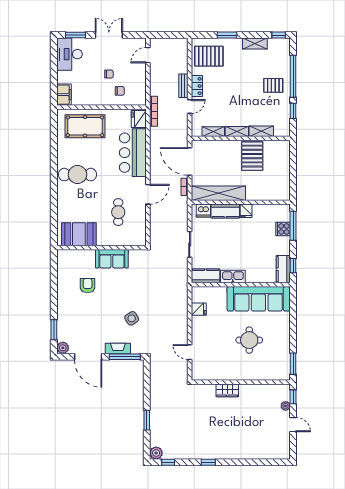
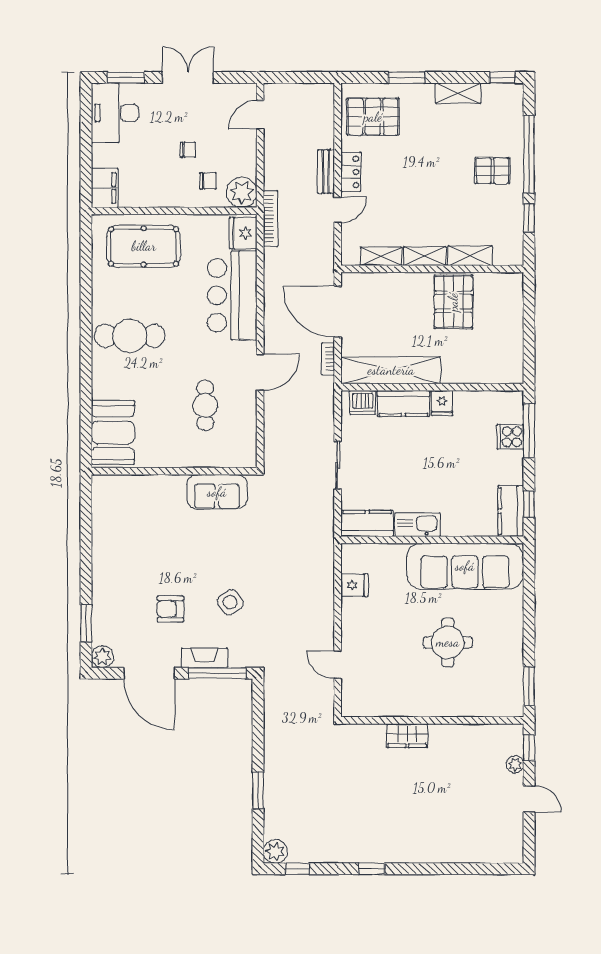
plant: (138, 97) -> (242, 192), added
booth: (79, 234) -> (113, 432), moved, turned 90
sofa: (112, 259) -> (217, 492), moved
armchair: (88, 286) -> (170, 609), moved, turned -90

